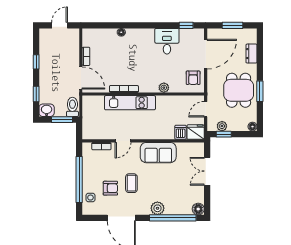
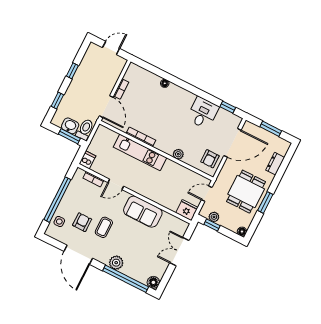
washbasin: (47, 110) -> (70, 126), moved
dishwasher: (181, 132) -> (87, 160), moved
armchair: (110, 188) -> (82, 222), turned -90

